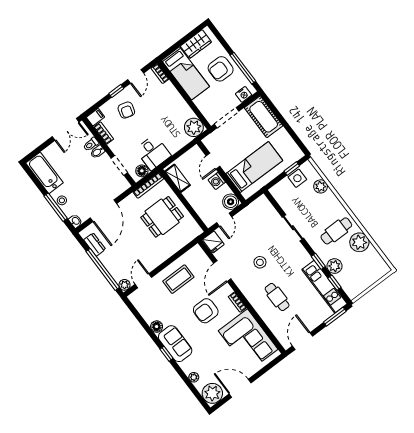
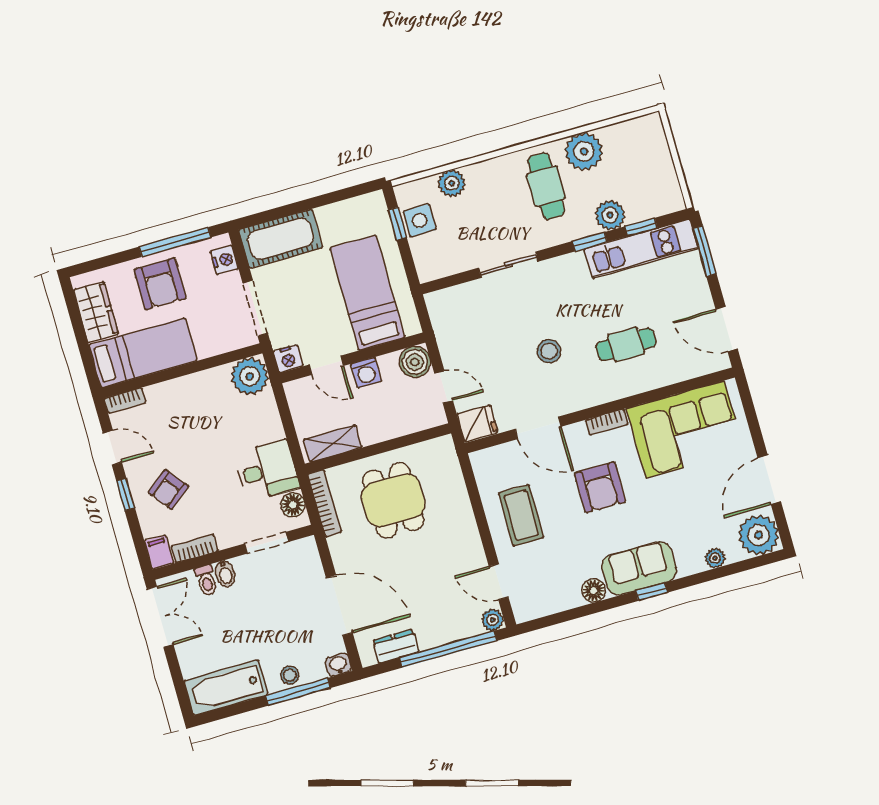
armchair: (126, 110) -> (168, 489), turned 126
nightstand: (209, 142) -> (288, 359), added

